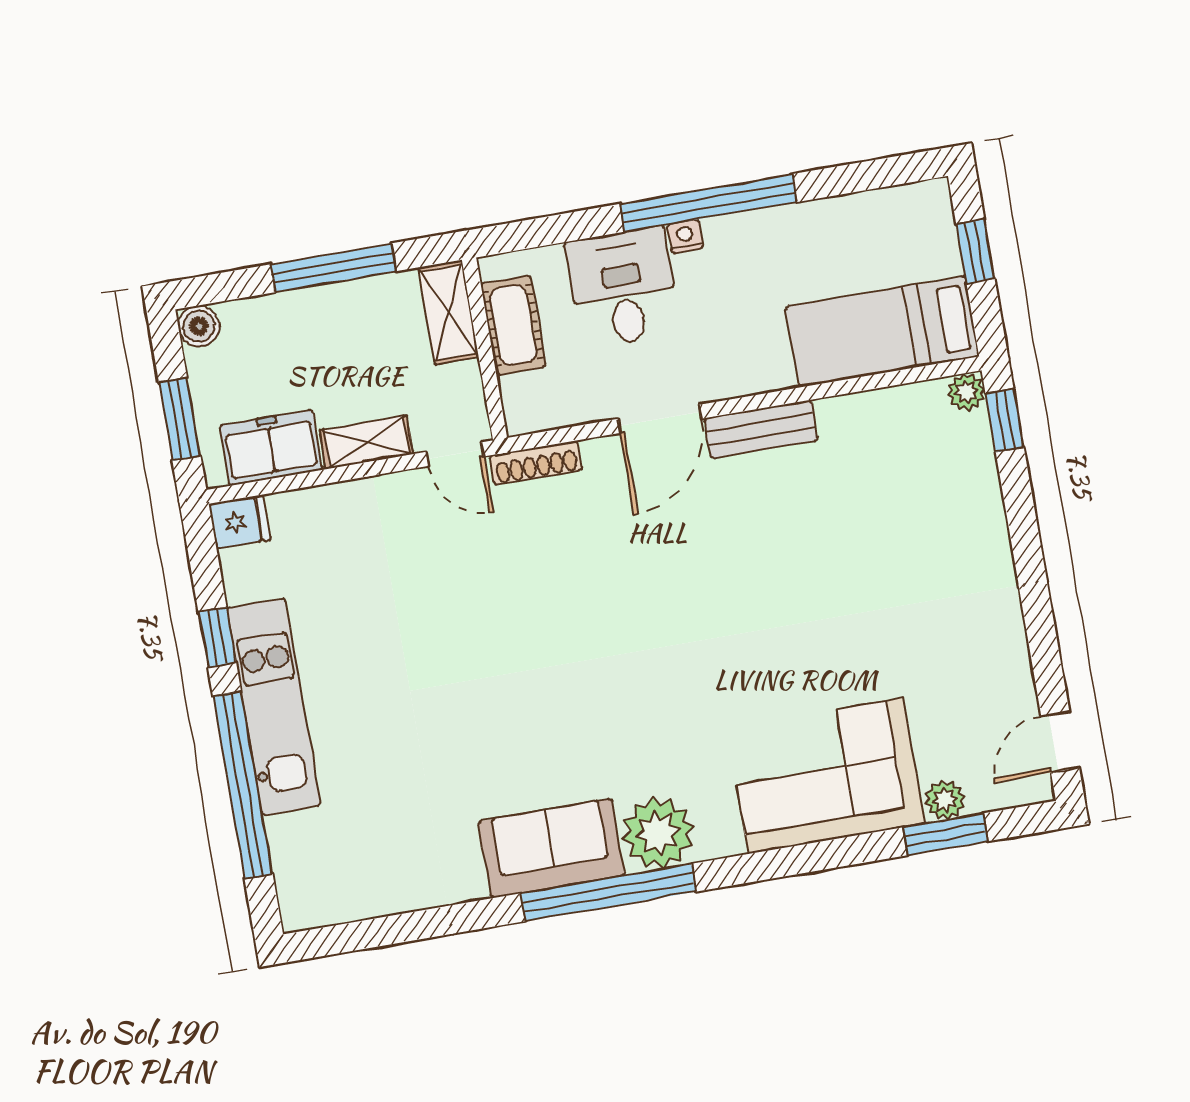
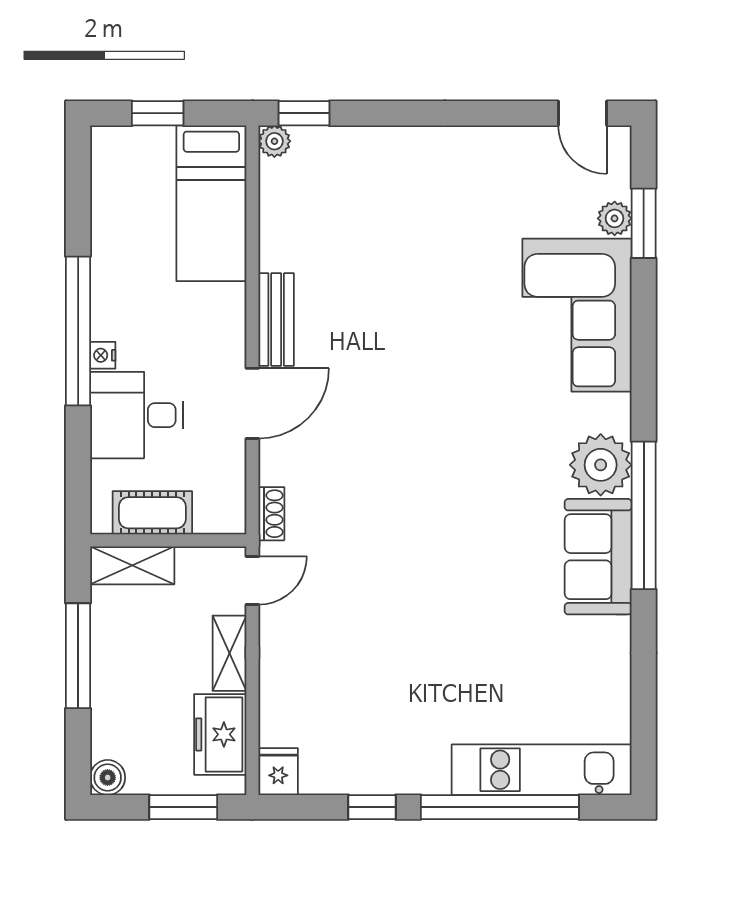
door: (660, 419) -> (252, 403), hinge flipped
shoe rack: (536, 463) -> (271, 514), width x0.70
kitchen unit: (274, 707) -> (542, 770), moved

